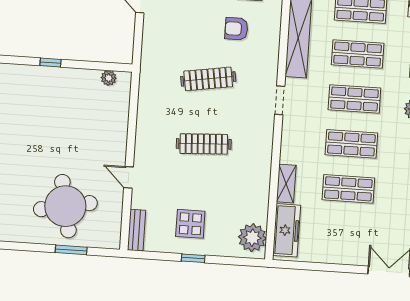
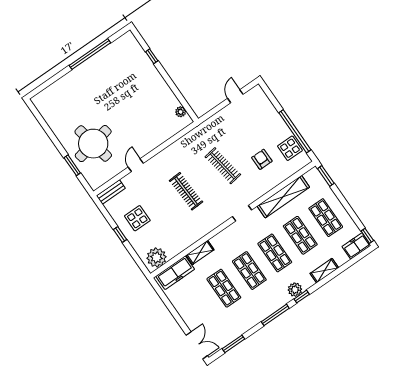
window: (50, 63) -> (152, 56), moved

